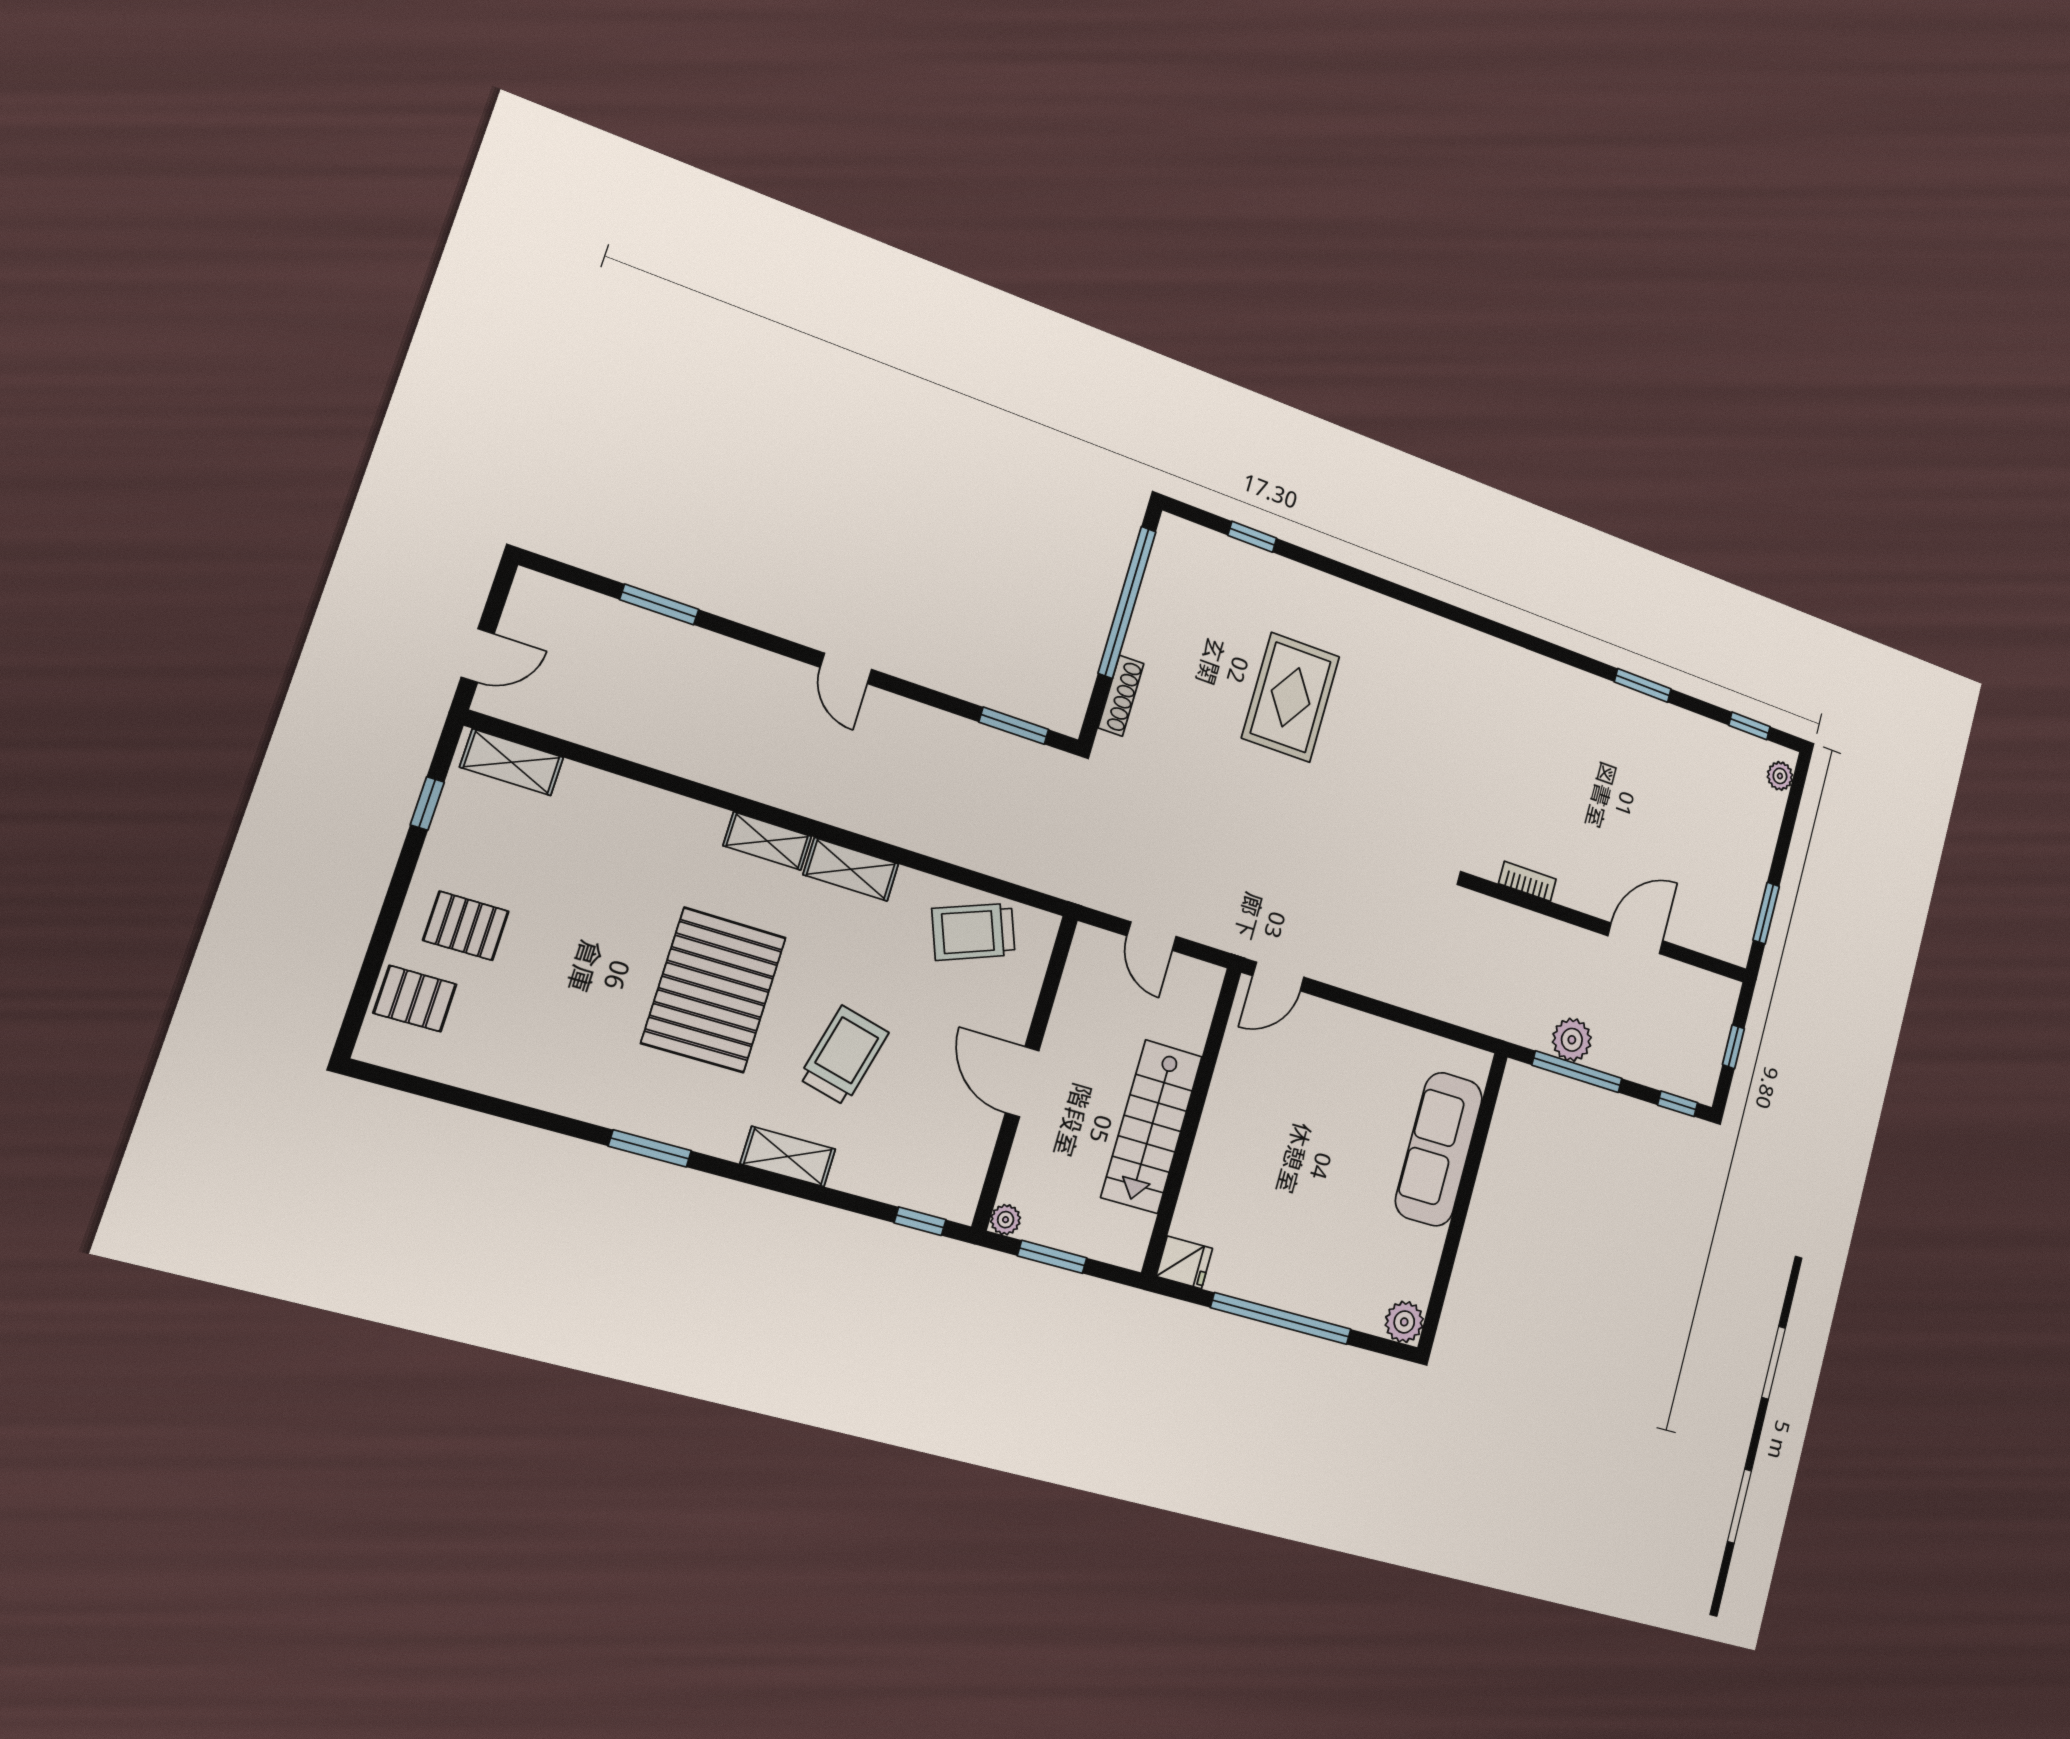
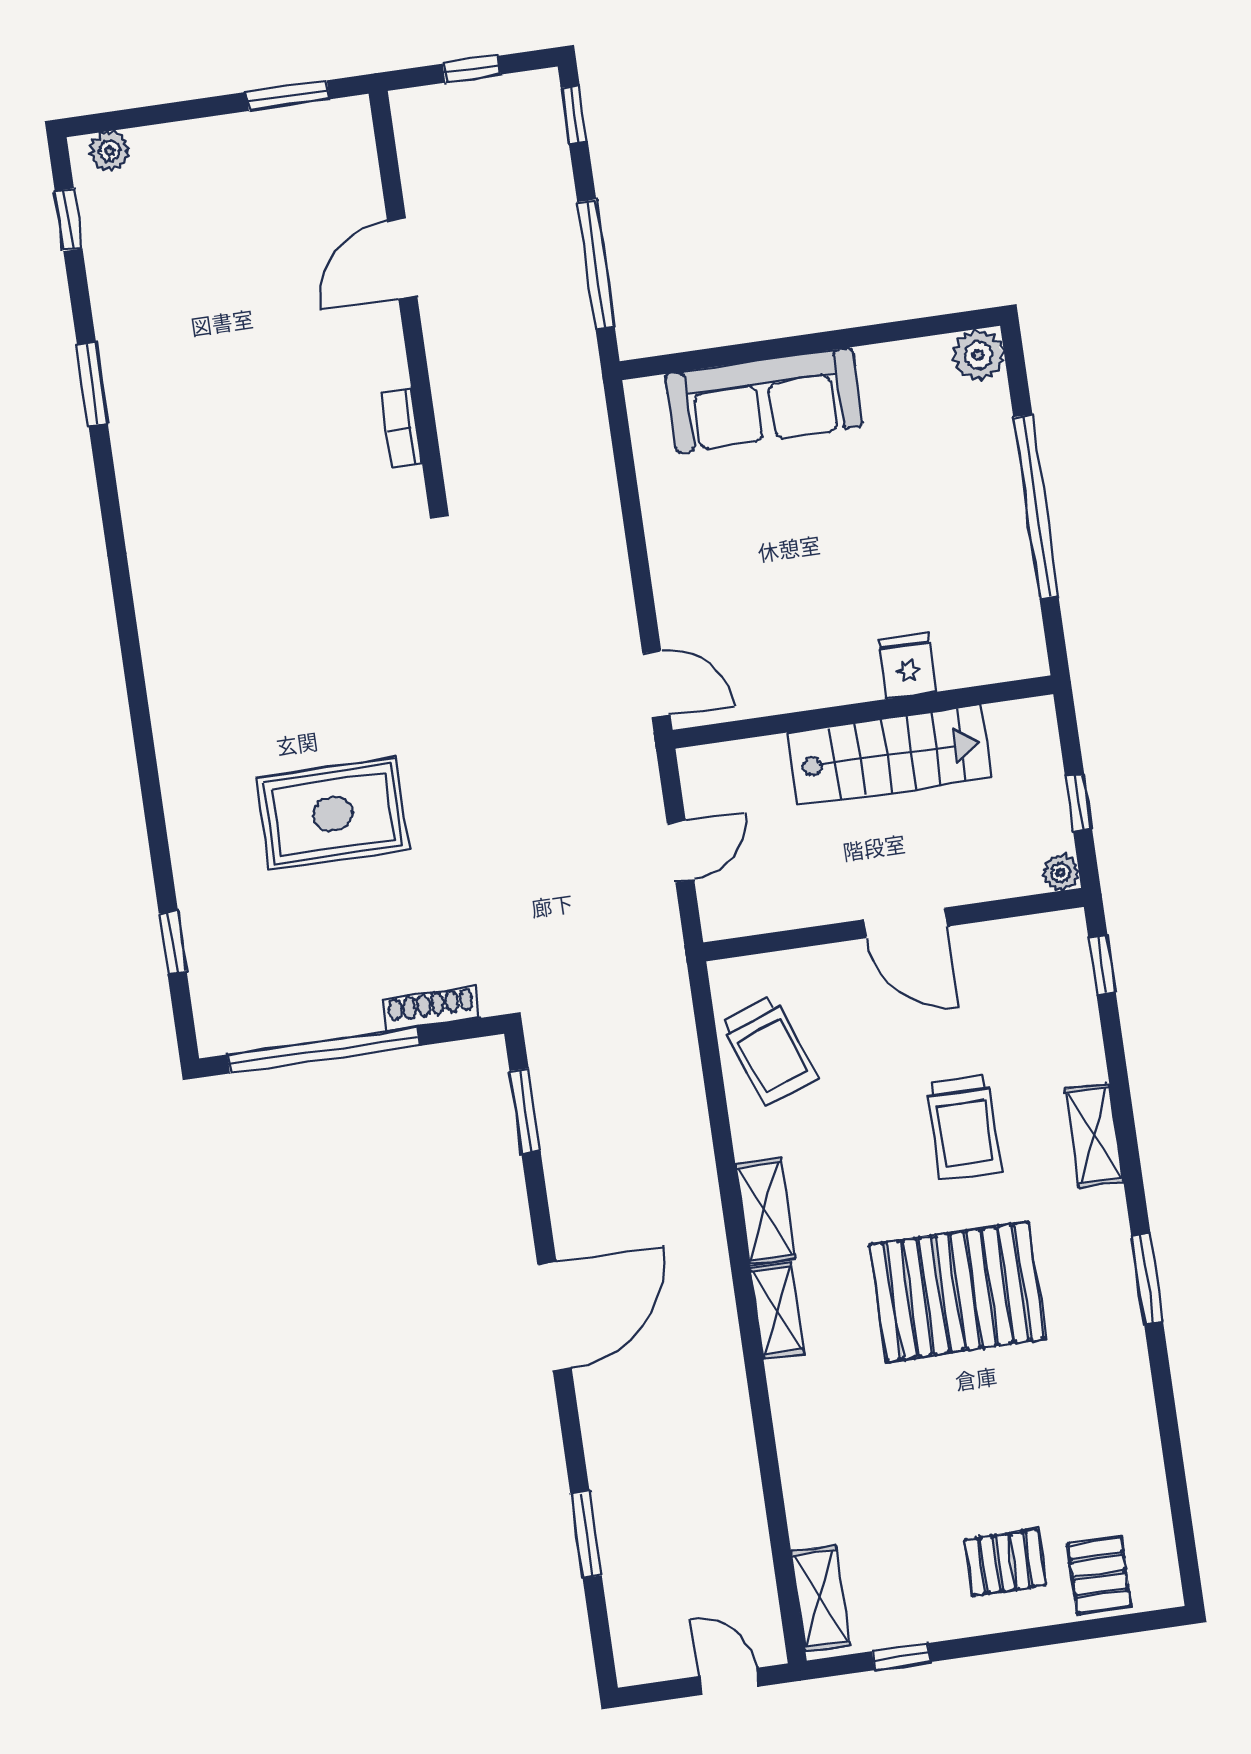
door: (846, 668) -> (555, 1316), width x1.88
pallet: (466, 926) -> (1005, 1562), turned 90
door: (1635, 938) -> (402, 258), hinge flipped
plant: (1572, 1040) -> (561, 288), removed
trolley: (844, 1055) -> (964, 1127), turned -104
door: (1022, 1082) -> (905, 923), hinge flipped
window: (1052, 1257) -> (1079, 803), width x0.67
fridge: (1184, 1262) -> (907, 666), moved

